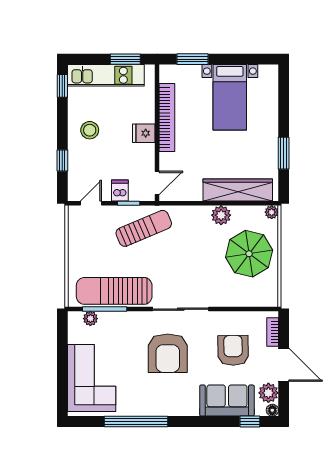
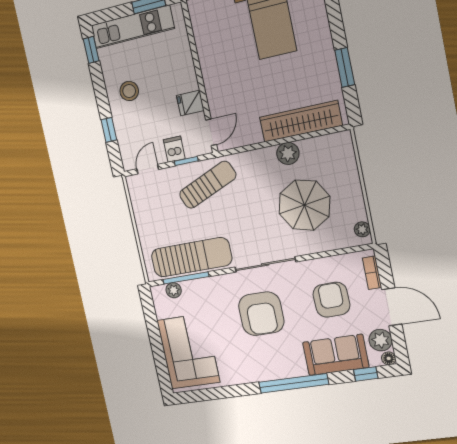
bookcase: (167, 118) -> (206, 58), removed
fridge: (144, 133) -> (190, 103), moved
plant: (272, 212) -> (362, 229), moved
parasol: (249, 254) -> (304, 205), moved
sun lounger: (114, 291) -> (191, 257), turned 180
window: (136, 422) -> (294, 383), moved

